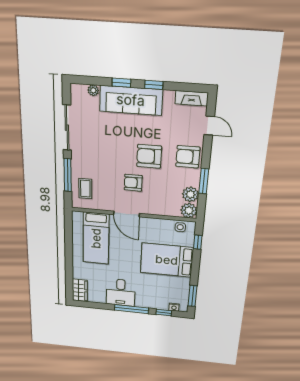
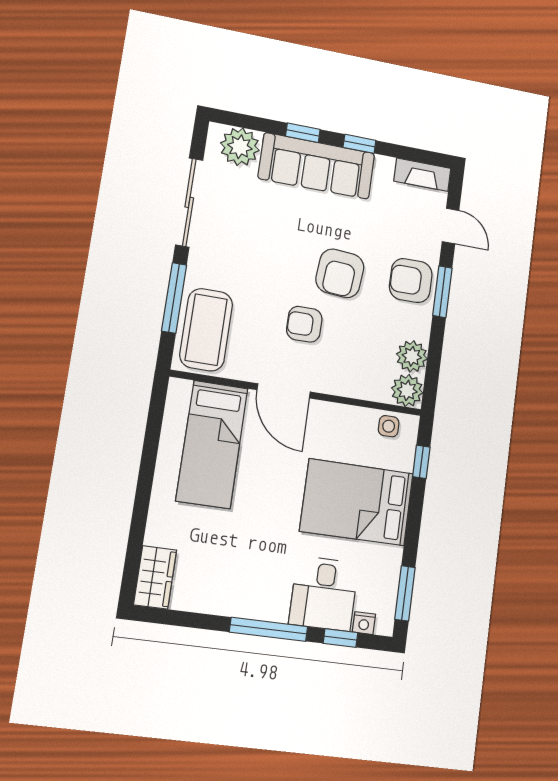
plant: (93, 90) -> (240, 147), width x1.88, depth x1.88
armchair: (149, 156) -> (340, 273), turned -85
window: (204, 181) -> (442, 292), moved
coffee table: (85, 189) -> (206, 330), width x1.86, depth x1.72
desk: (121, 293) -> (324, 593), moved

